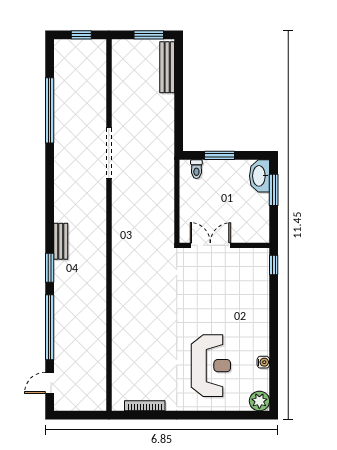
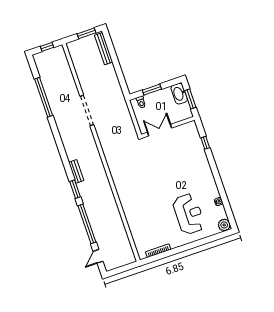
double door: (210, 245) -> (160, 130), moved
wall: (224, 245) -> (168, 127), moved

